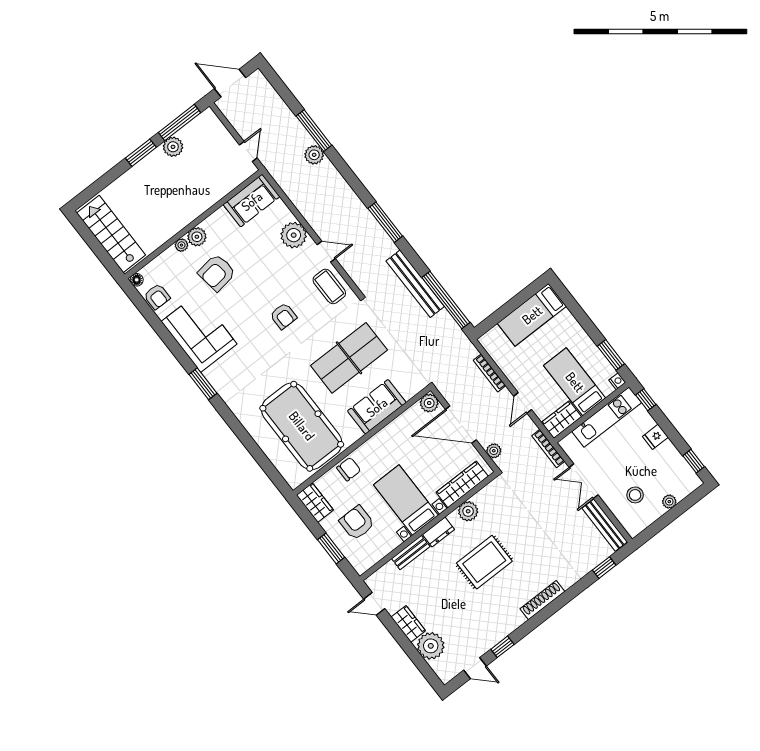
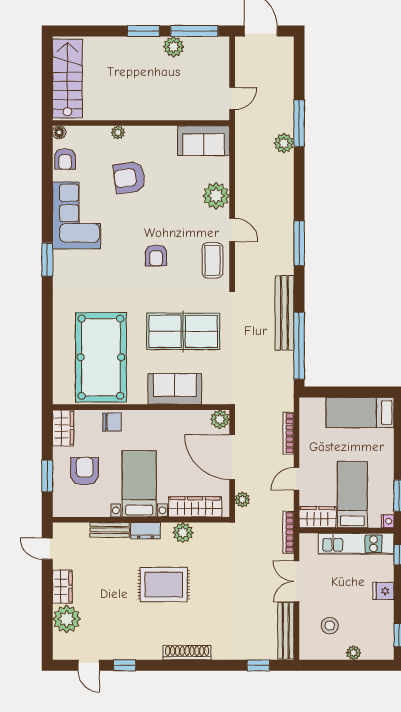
plant: (197, 237) -> (136, 135), removed

